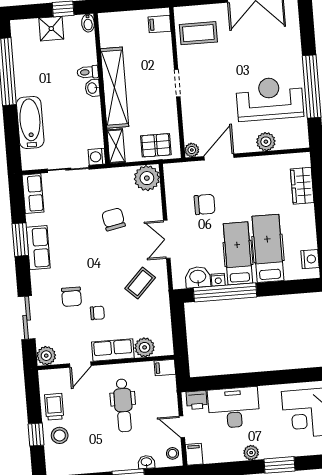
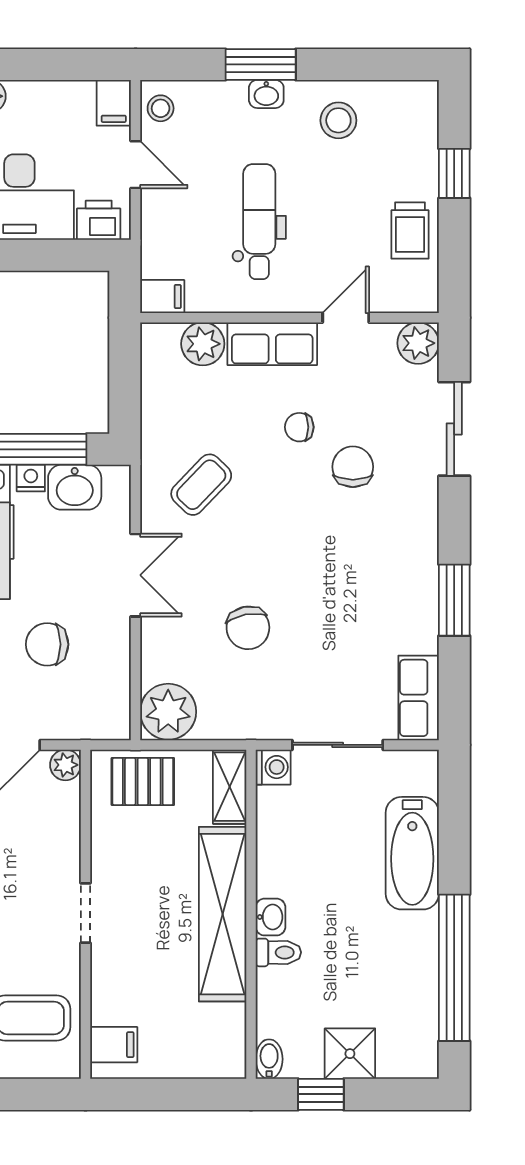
row of seats: (38, 248) -> (416, 579), removed
stool: (60, 435) -> (338, 120), moved
washbasin: (146, 462) -> (266, 94), moved

